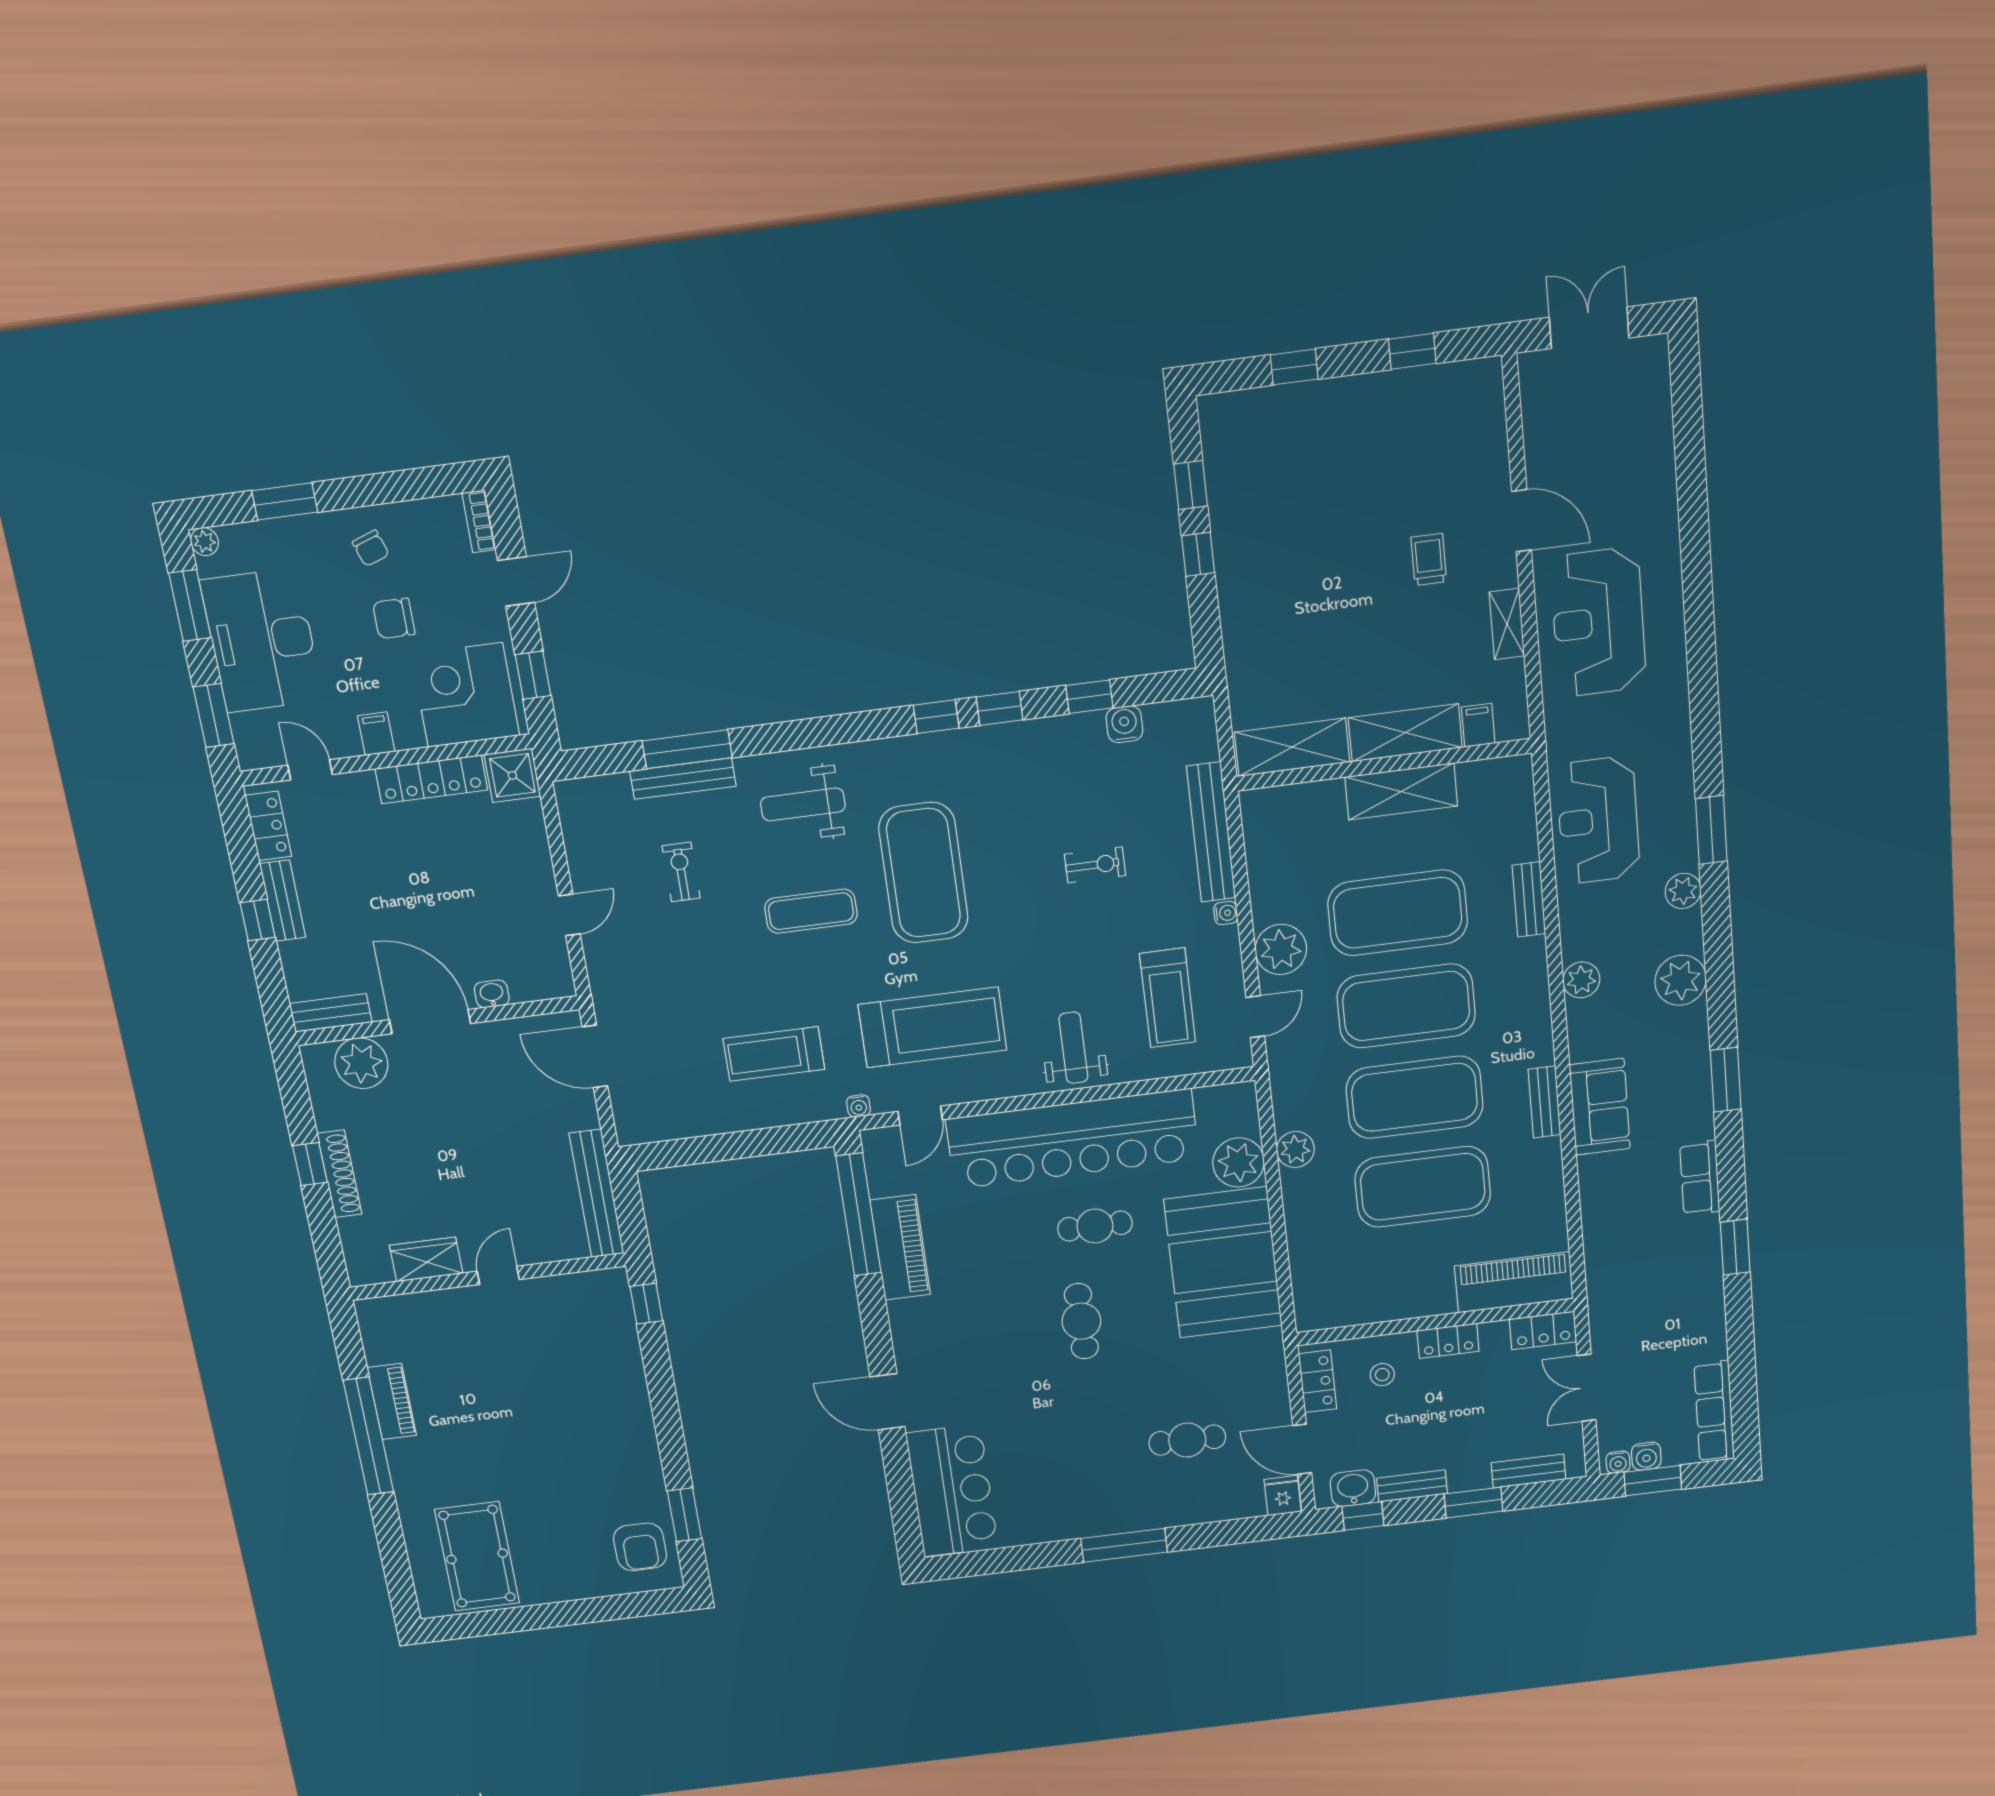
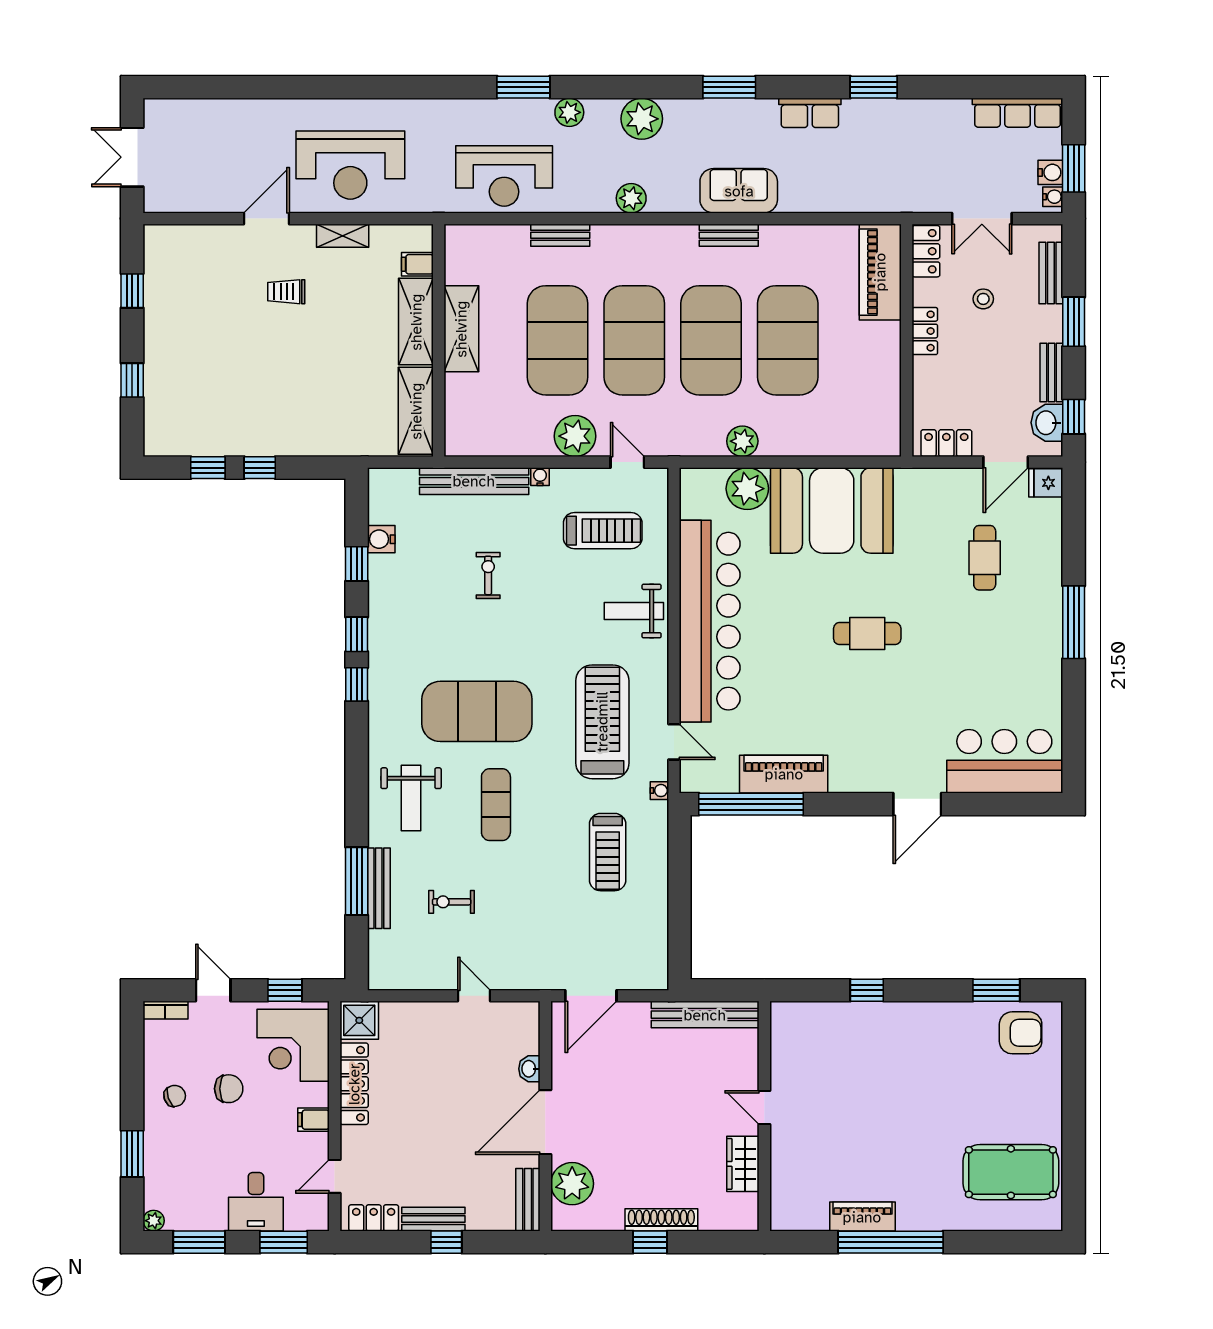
chair: (394, 618) -> (229, 1089), turned -90
desk: (262, 640) -> (256, 1202), width x0.53, depth x0.77
cafe table: (1095, 1226) -> (786, 612), removed
window: (646, 1304) -> (867, 990), moved
stool: (1382, 1375) -> (983, 299), moved

